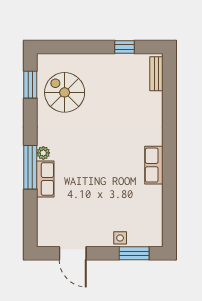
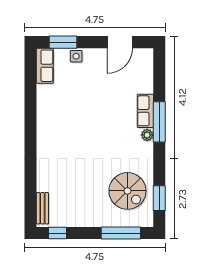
window: (72, 47) -> (121, 233), added
window: (125, 47) -> (57, 233), moved
row of seats: (154, 165) -> (45, 66), moved
door: (73, 253) -> (120, 42), swing flipped

